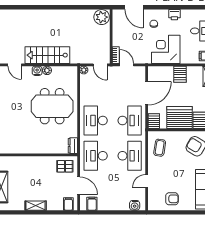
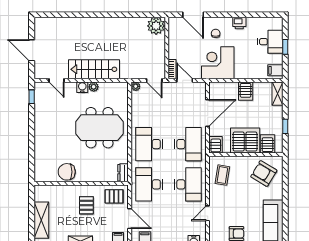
corner desk: (166, 49) -> (218, 63), moved
chair: (23, 145) -> (67, 172), added
pallet: (41, 174) -> (86, 205), added

